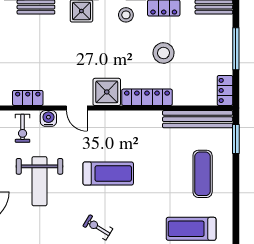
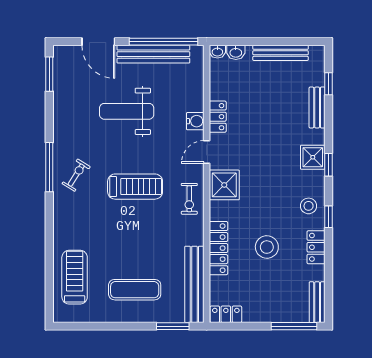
window: (236, 49) -> (294, 326), moved
locker: (147, 97) -> (218, 248), moved
locker: (28, 98) -> (218, 117), moved
exercise bike: (23, 128) -> (189, 199), moved, turned -90
treadmill: (108, 173) -> (135, 187), turned -90

